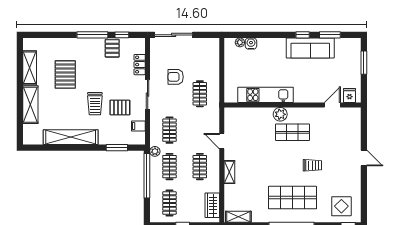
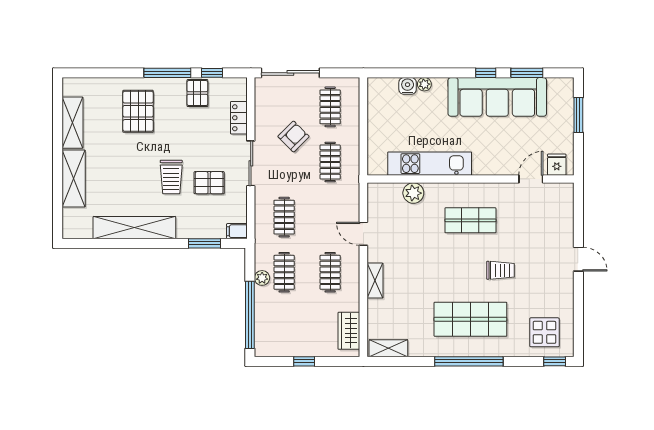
plant: (240, 42) -> (424, 84), moved
sofa: (310, 48) -> (497, 97), width x1.36, depth x1.27
pallet: (65, 74) -> (138, 111), moved
armchair: (176, 77) -> (293, 136), turned 135
plant: (280, 114) -> (413, 193), moved
filing cabinet: (138, 126) -> (237, 231), moved
plant: (155, 151) -> (262, 278), moved
window: (147, 176) -> (250, 315), moved
clothes rail: (169, 203) -> (330, 107), moved

